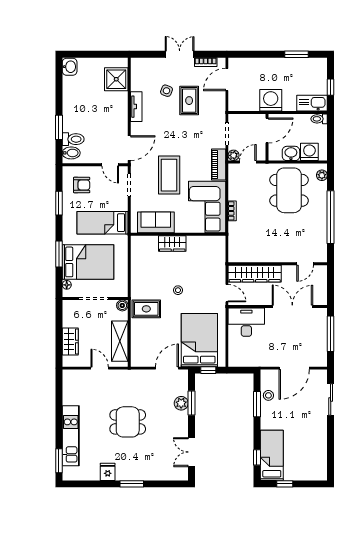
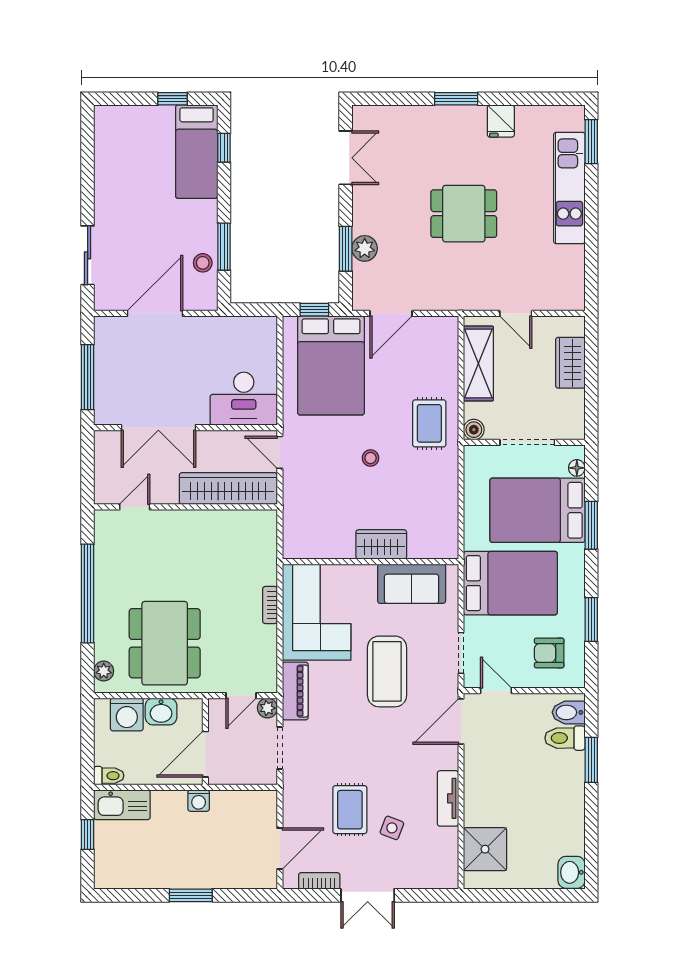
window: (296, 54) -> (191, 895), moved
washing machine: (271, 100) -> (199, 801), width x0.53, depth x0.53
bed: (103, 223) -> (510, 583), width x1.50
rug: (146, 309) -> (429, 423), turned 90

